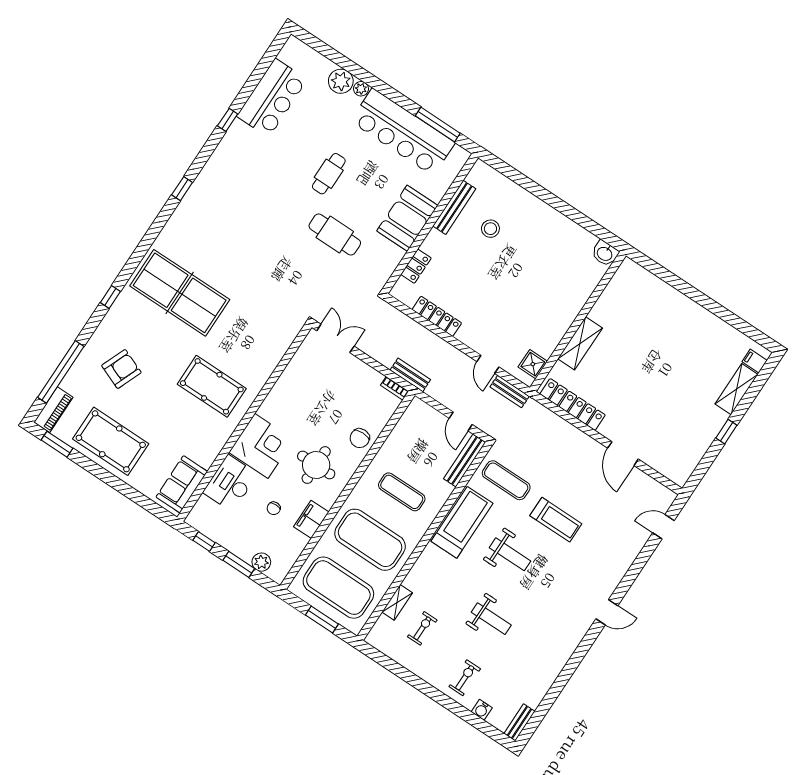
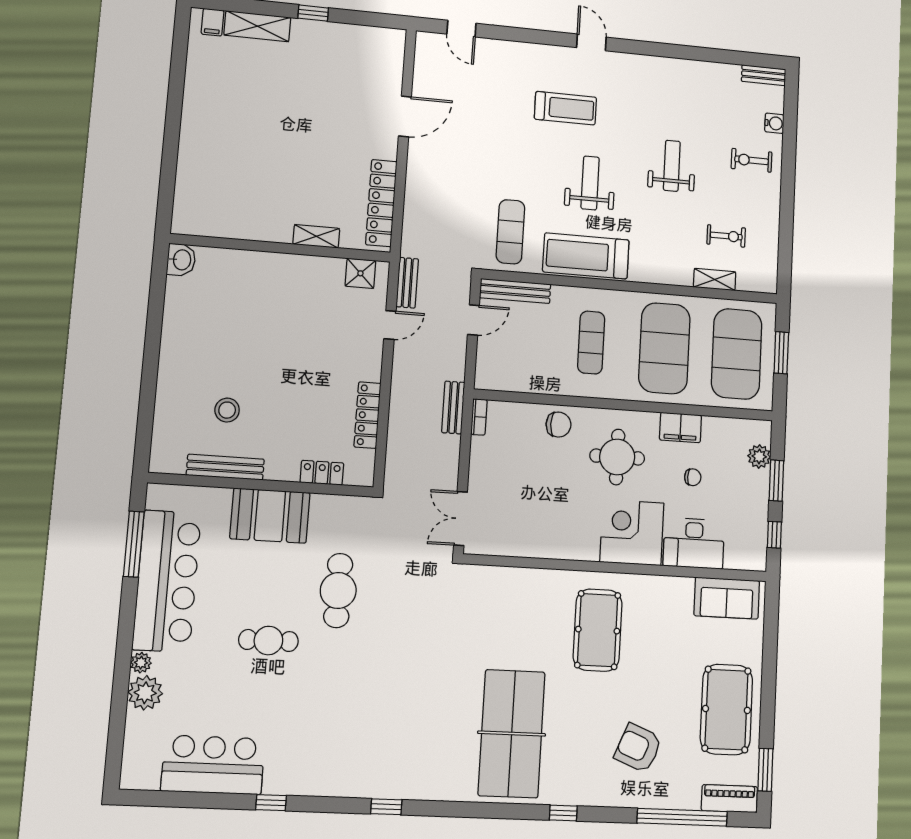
shelving: (580, 343) -> (316, 236), width x0.67, depth x0.75
treadmill: (556, 520) -> (565, 108), moved, turned 90
exercise bike: (422, 628) -> (726, 236), turned 180

